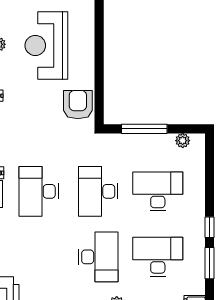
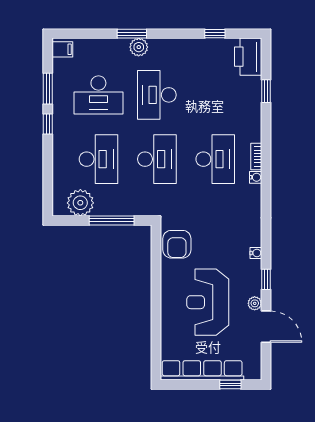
reception desk: (46, 45) -> (208, 302), turned 180
plant: (183, 141) -> (80, 203), width x1.87, depth x1.87
desk: (158, 191) -> (98, 159), turned -90

